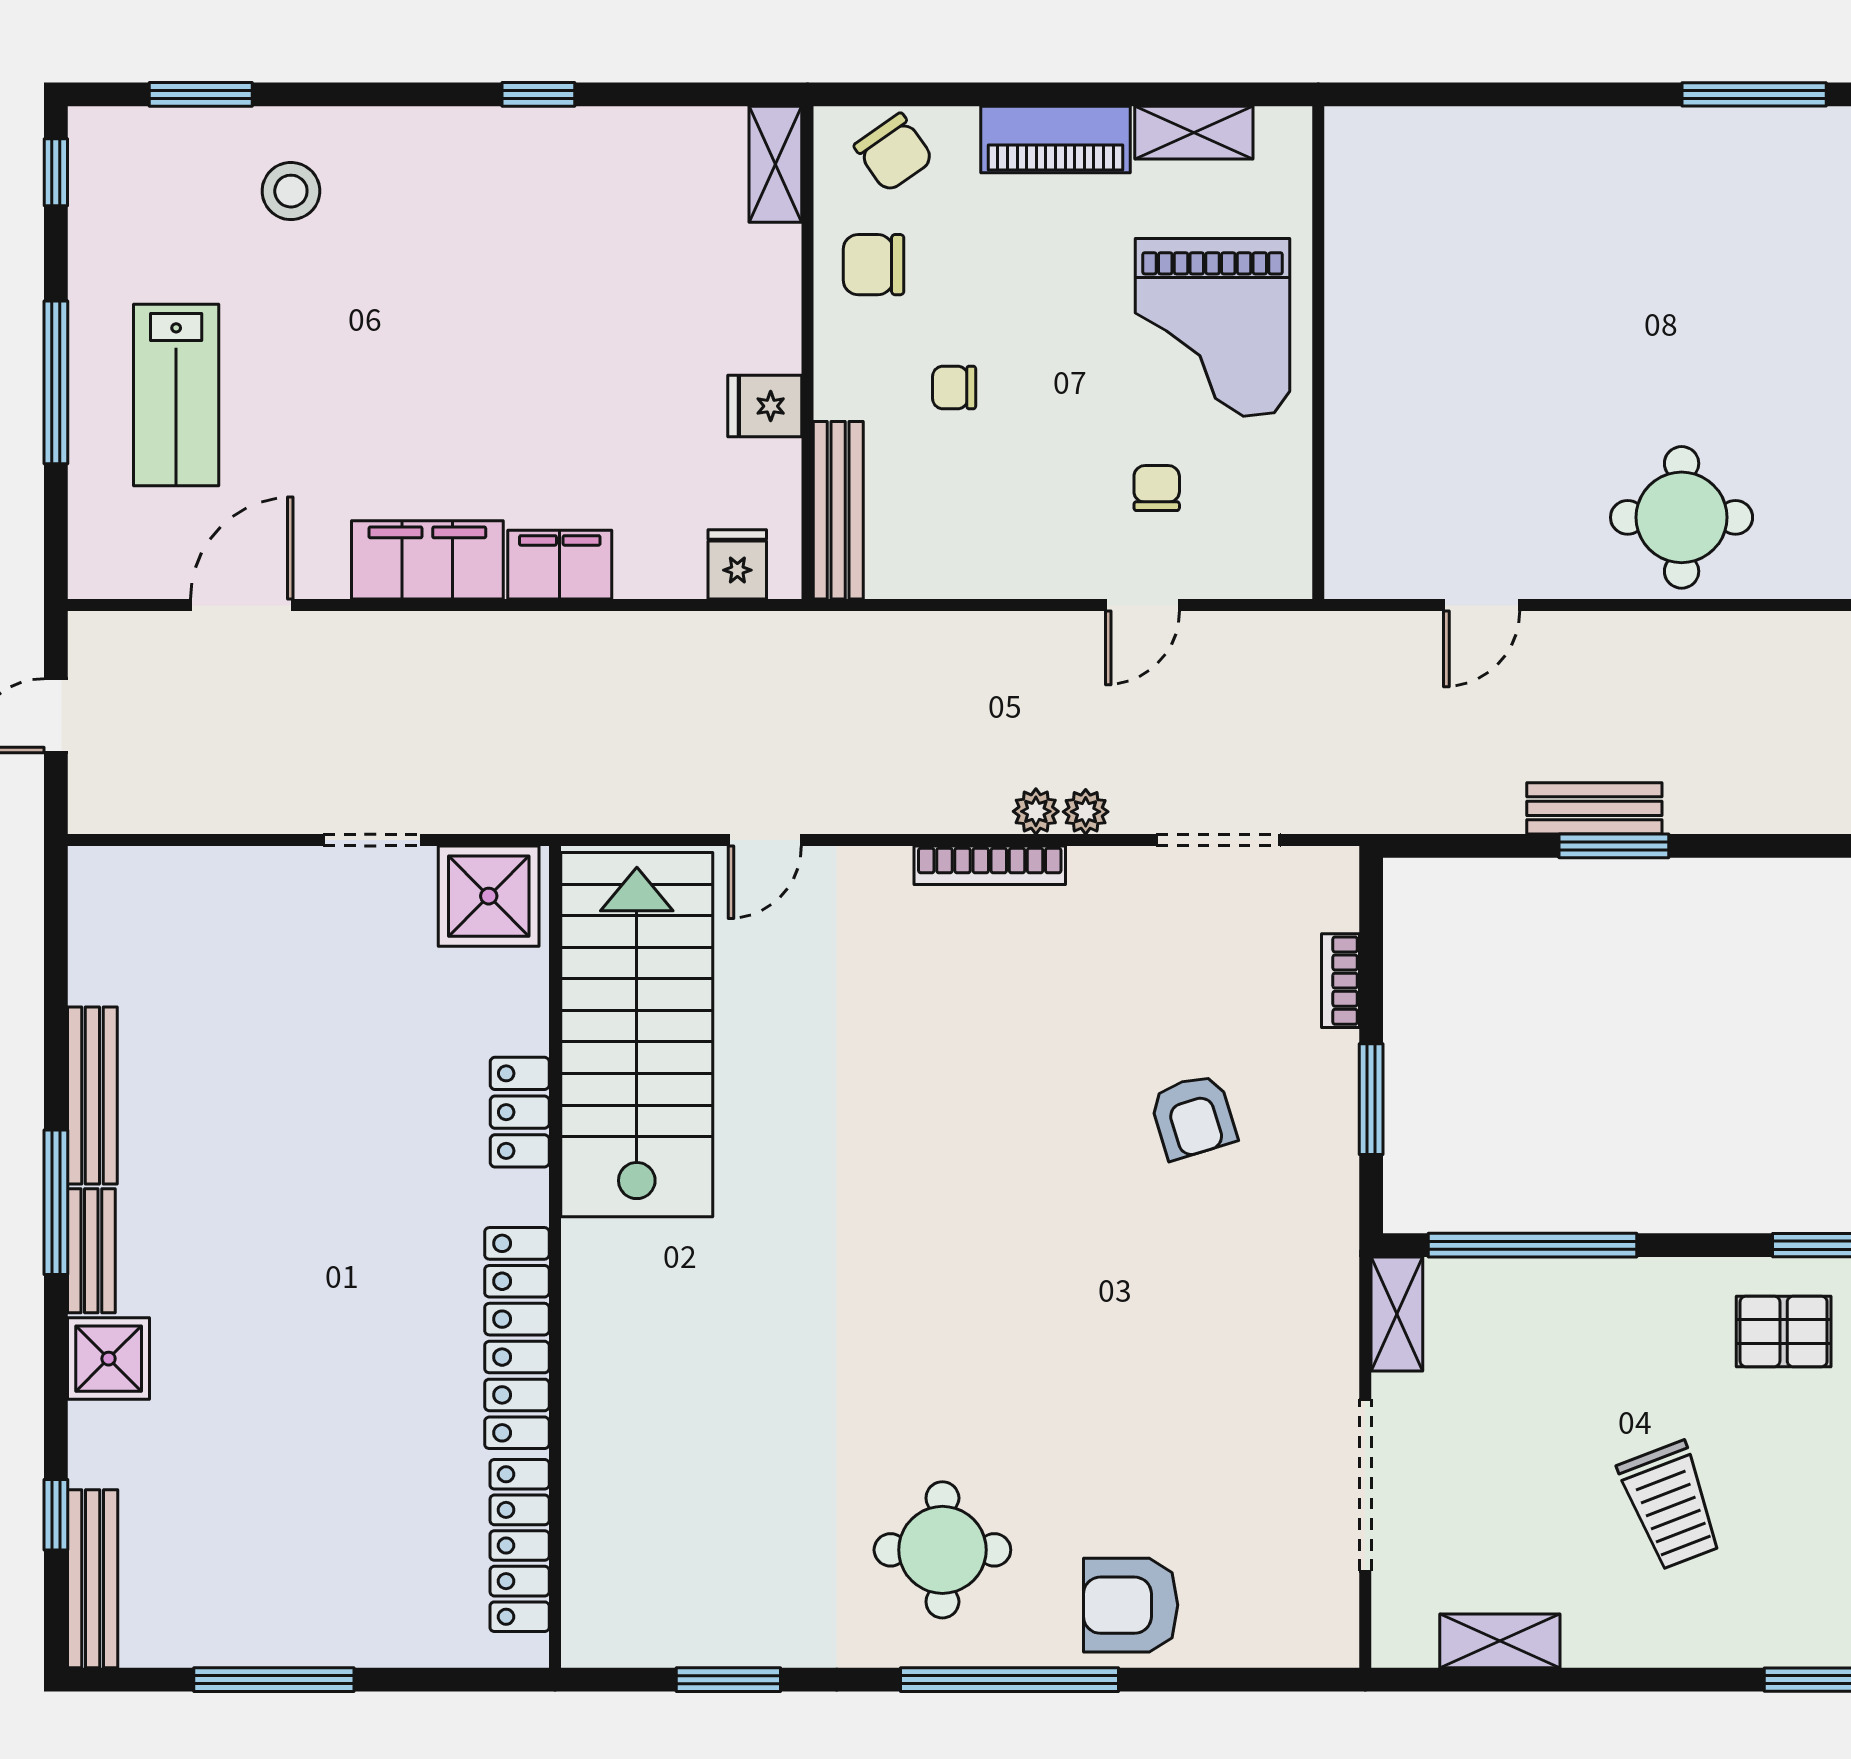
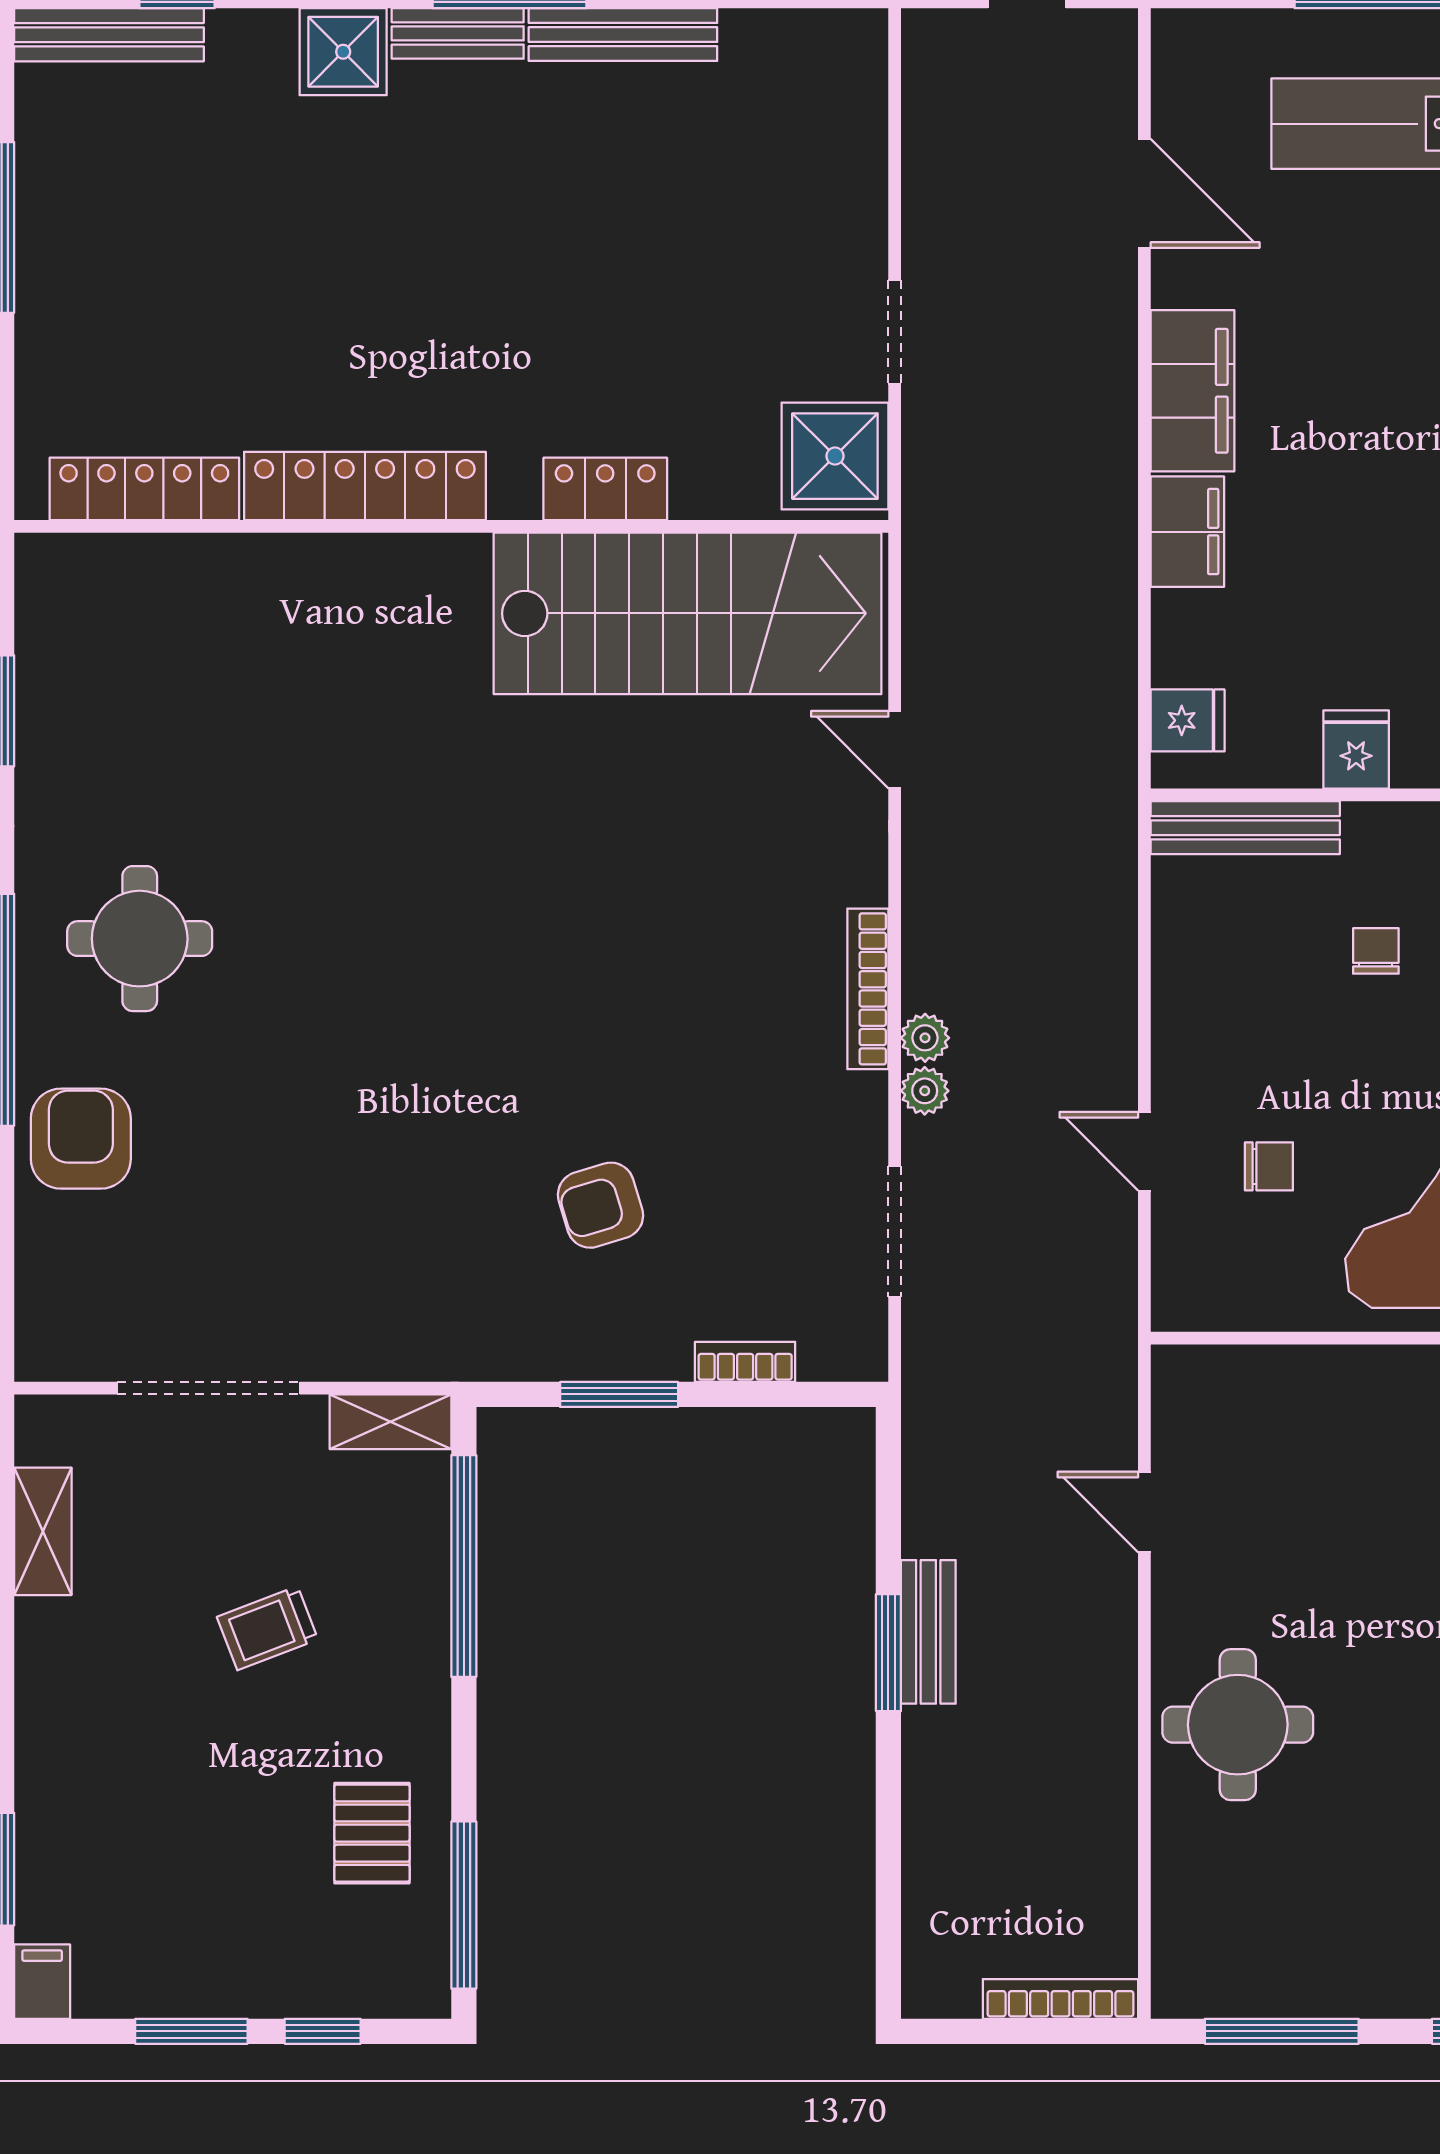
trolley: (1670, 1505) -> (267, 1628), moved, width x0.73, depth x0.72

